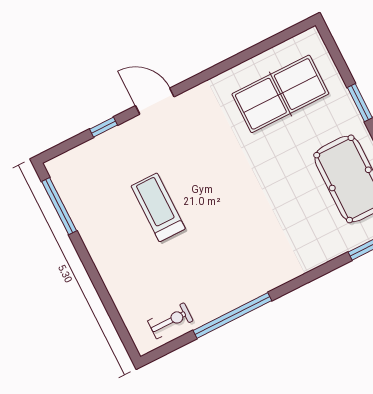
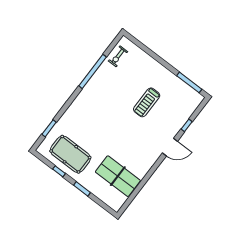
table tennis table: (280, 94) -> (118, 176), turned 90
treadmill: (158, 207) -> (147, 102), turned 90

